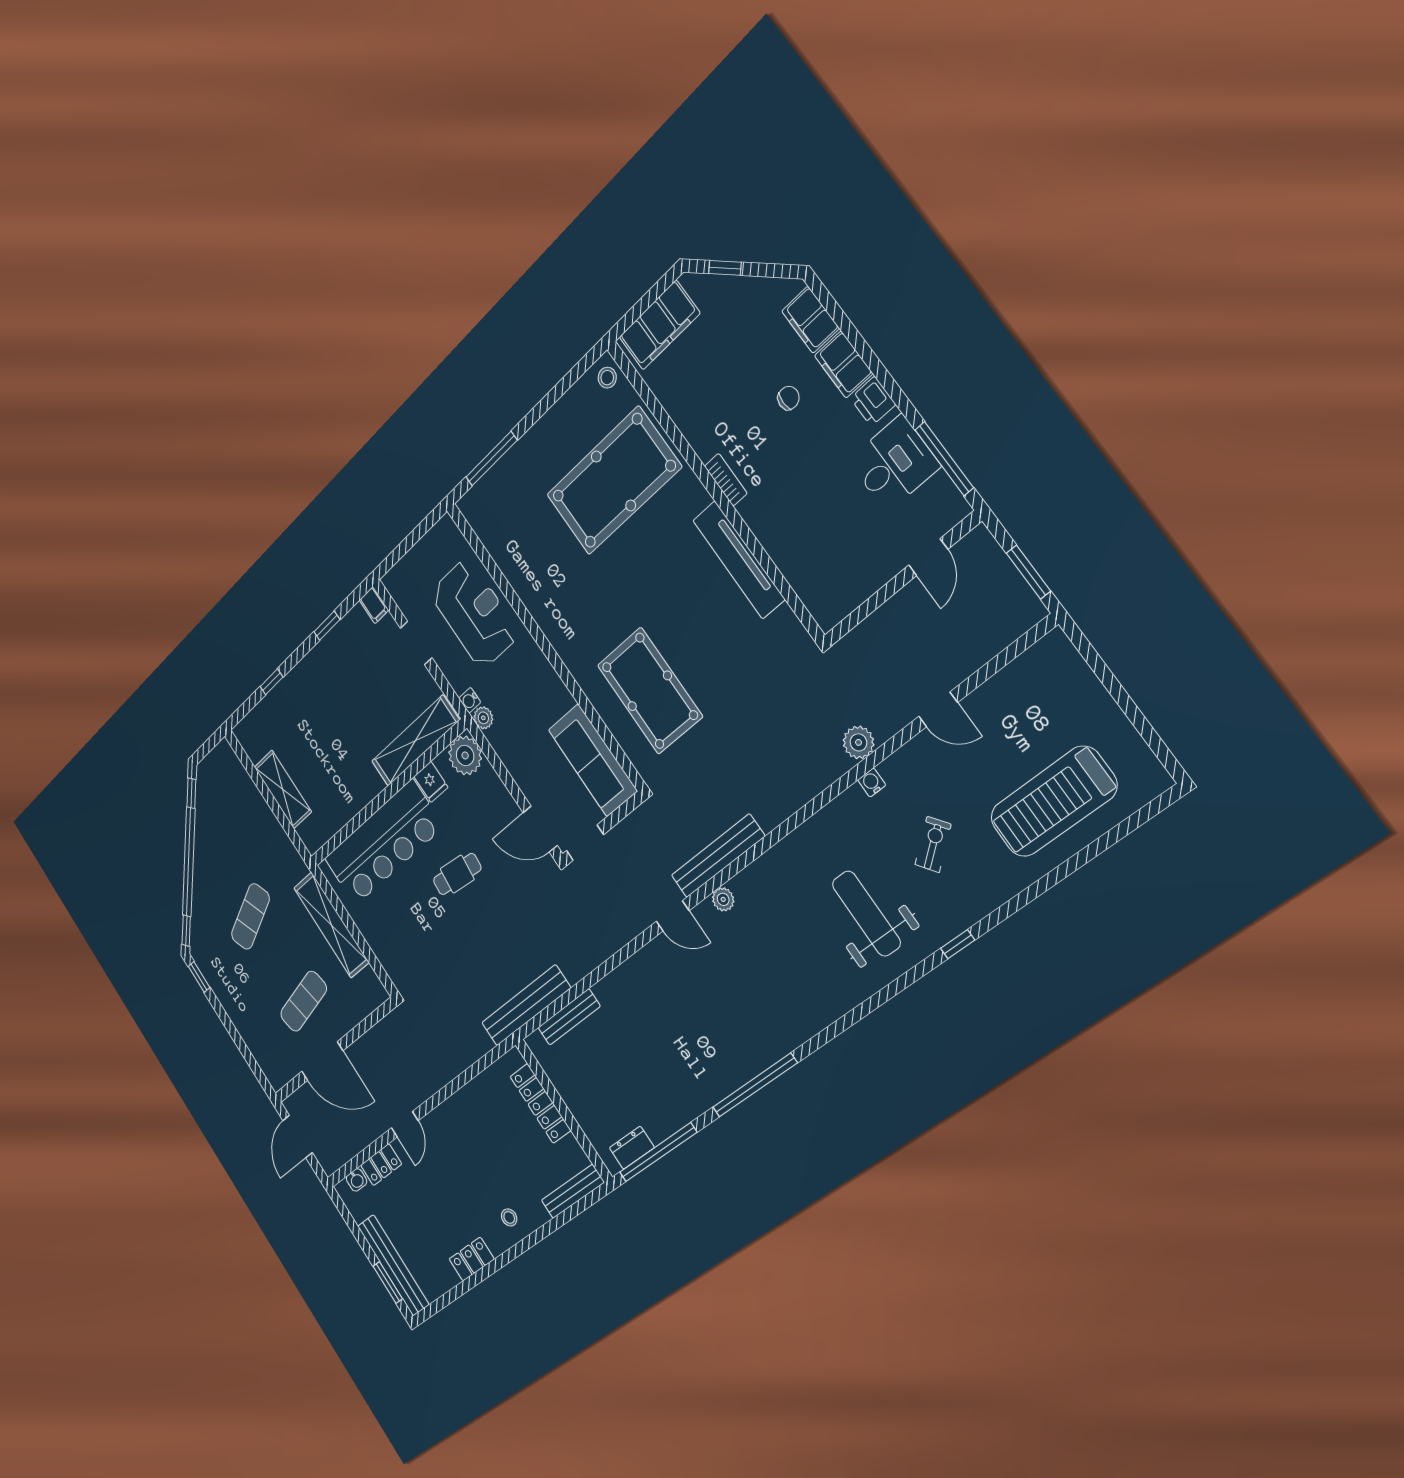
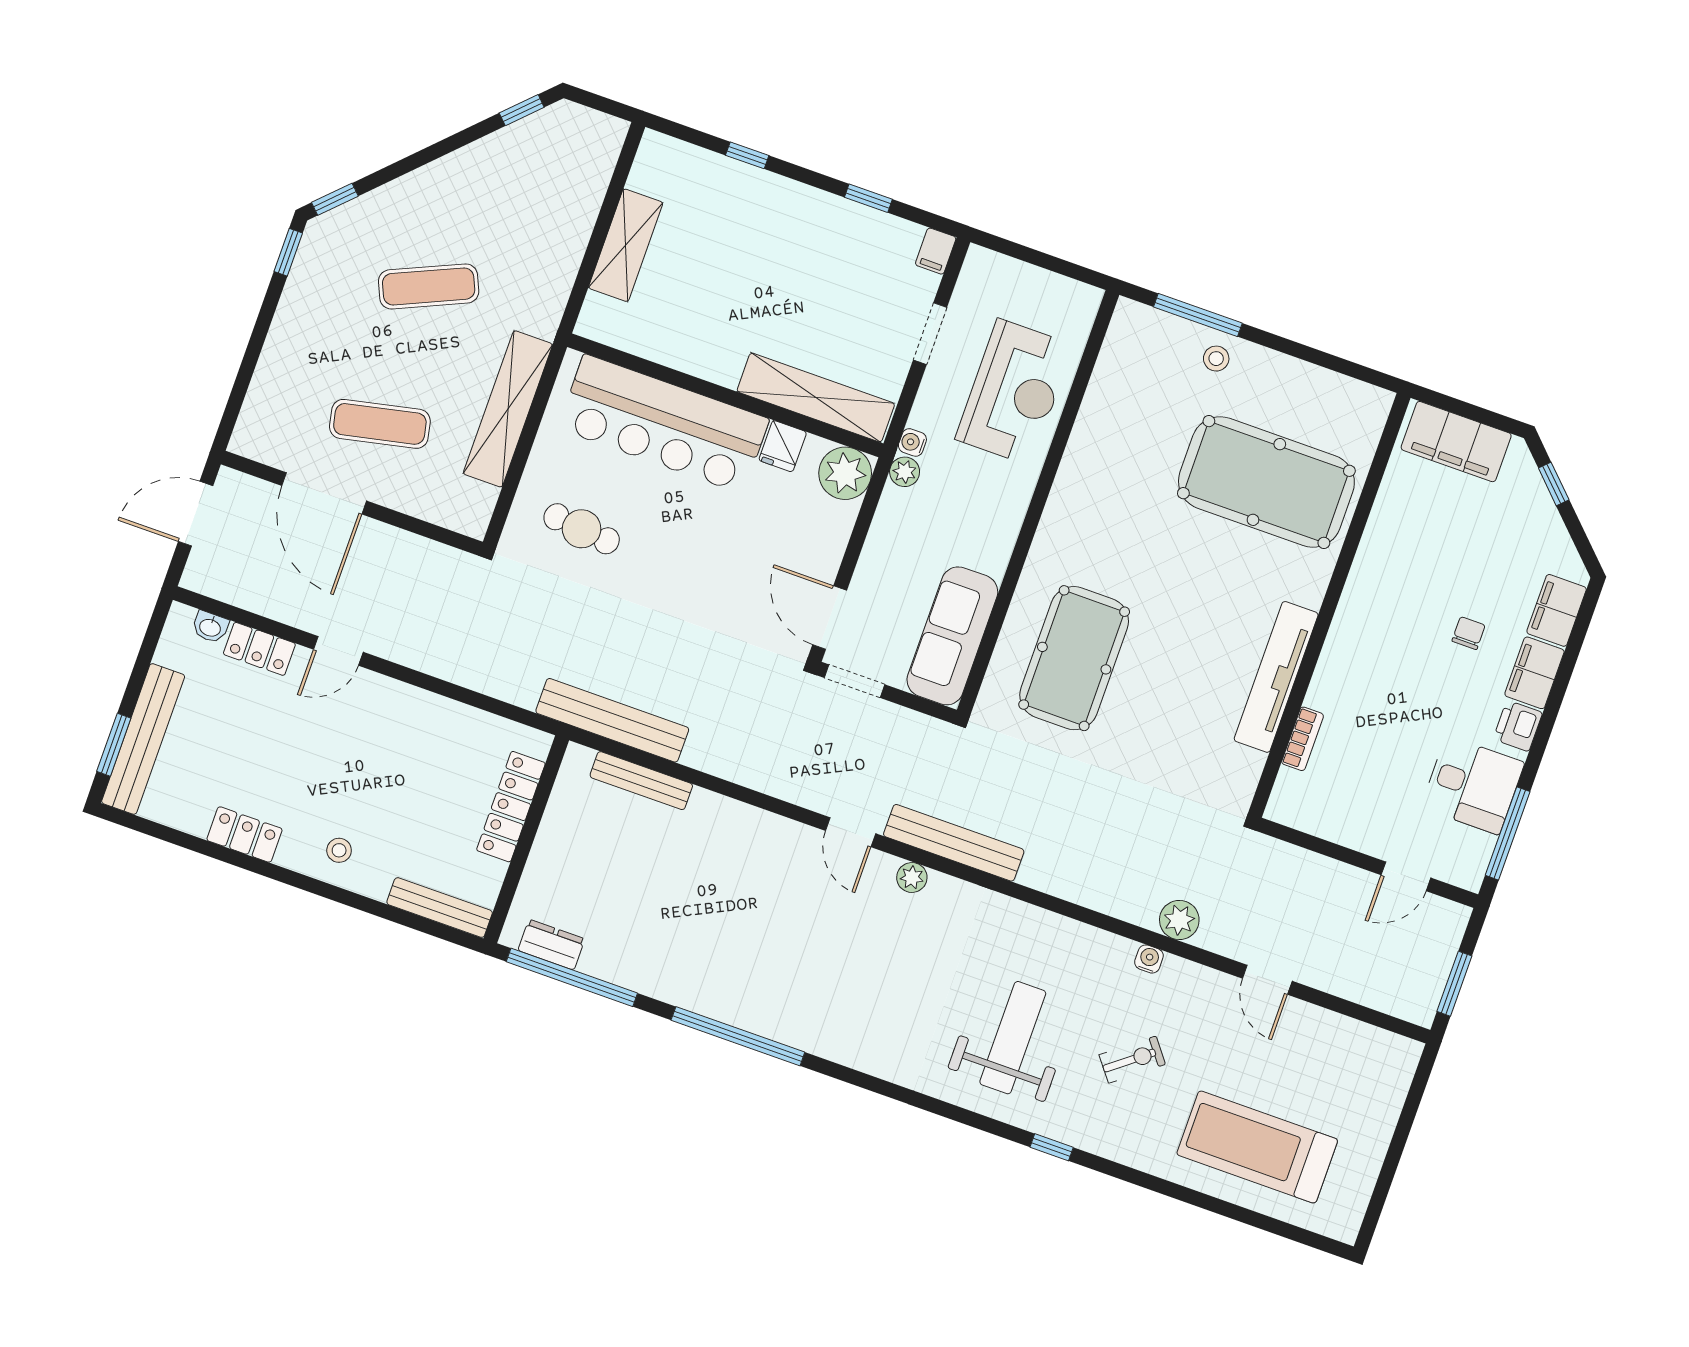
stool: (607, 378) -> (1216, 359), moved
chair: (788, 398) -> (1469, 633), turned -90
bookcase: (726, 480) -> (1303, 739), moved
cafe table: (457, 874) -> (582, 529), moved

